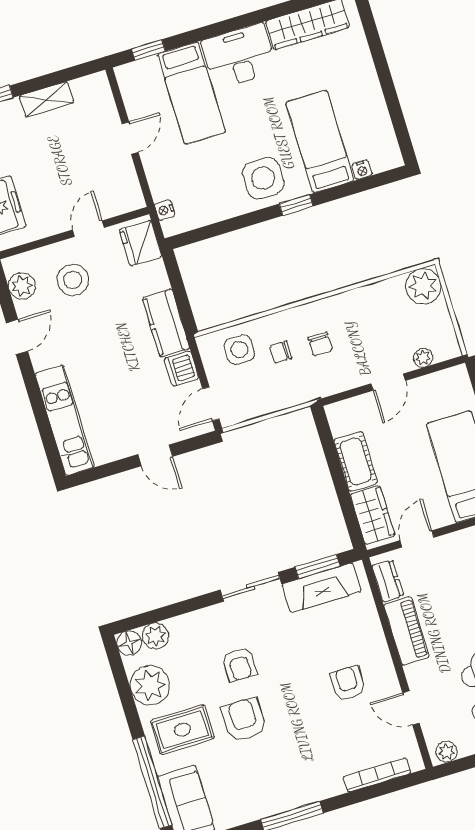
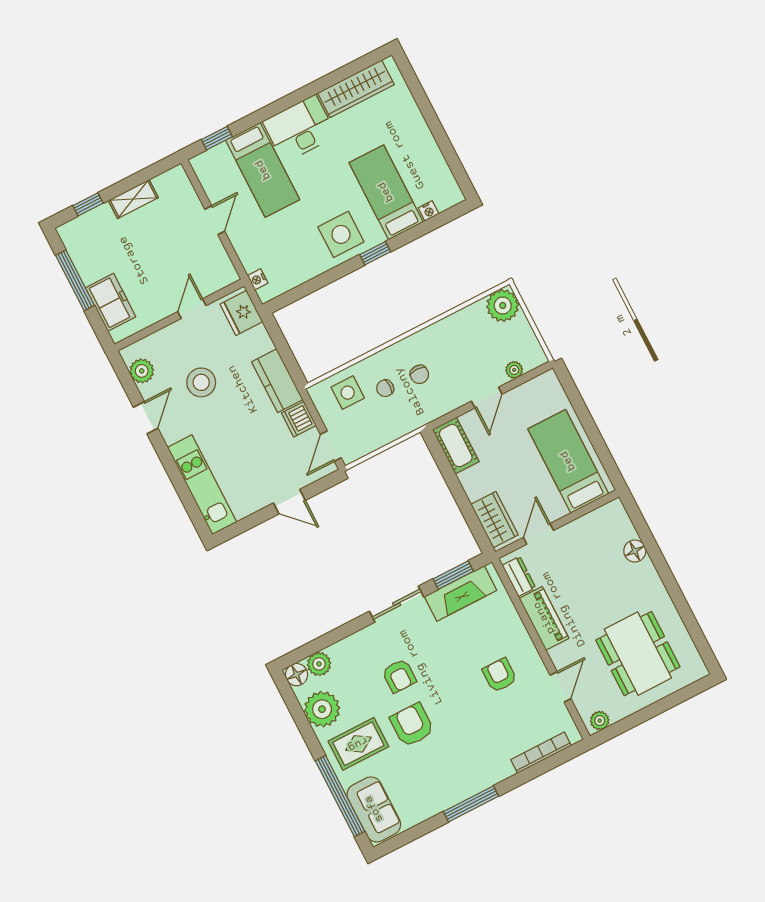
stool: (73, 280) -> (201, 382), moved
cot: (356, 461) -> (456, 446), moved
door: (411, 708) -> (561, 687), swing flipped

